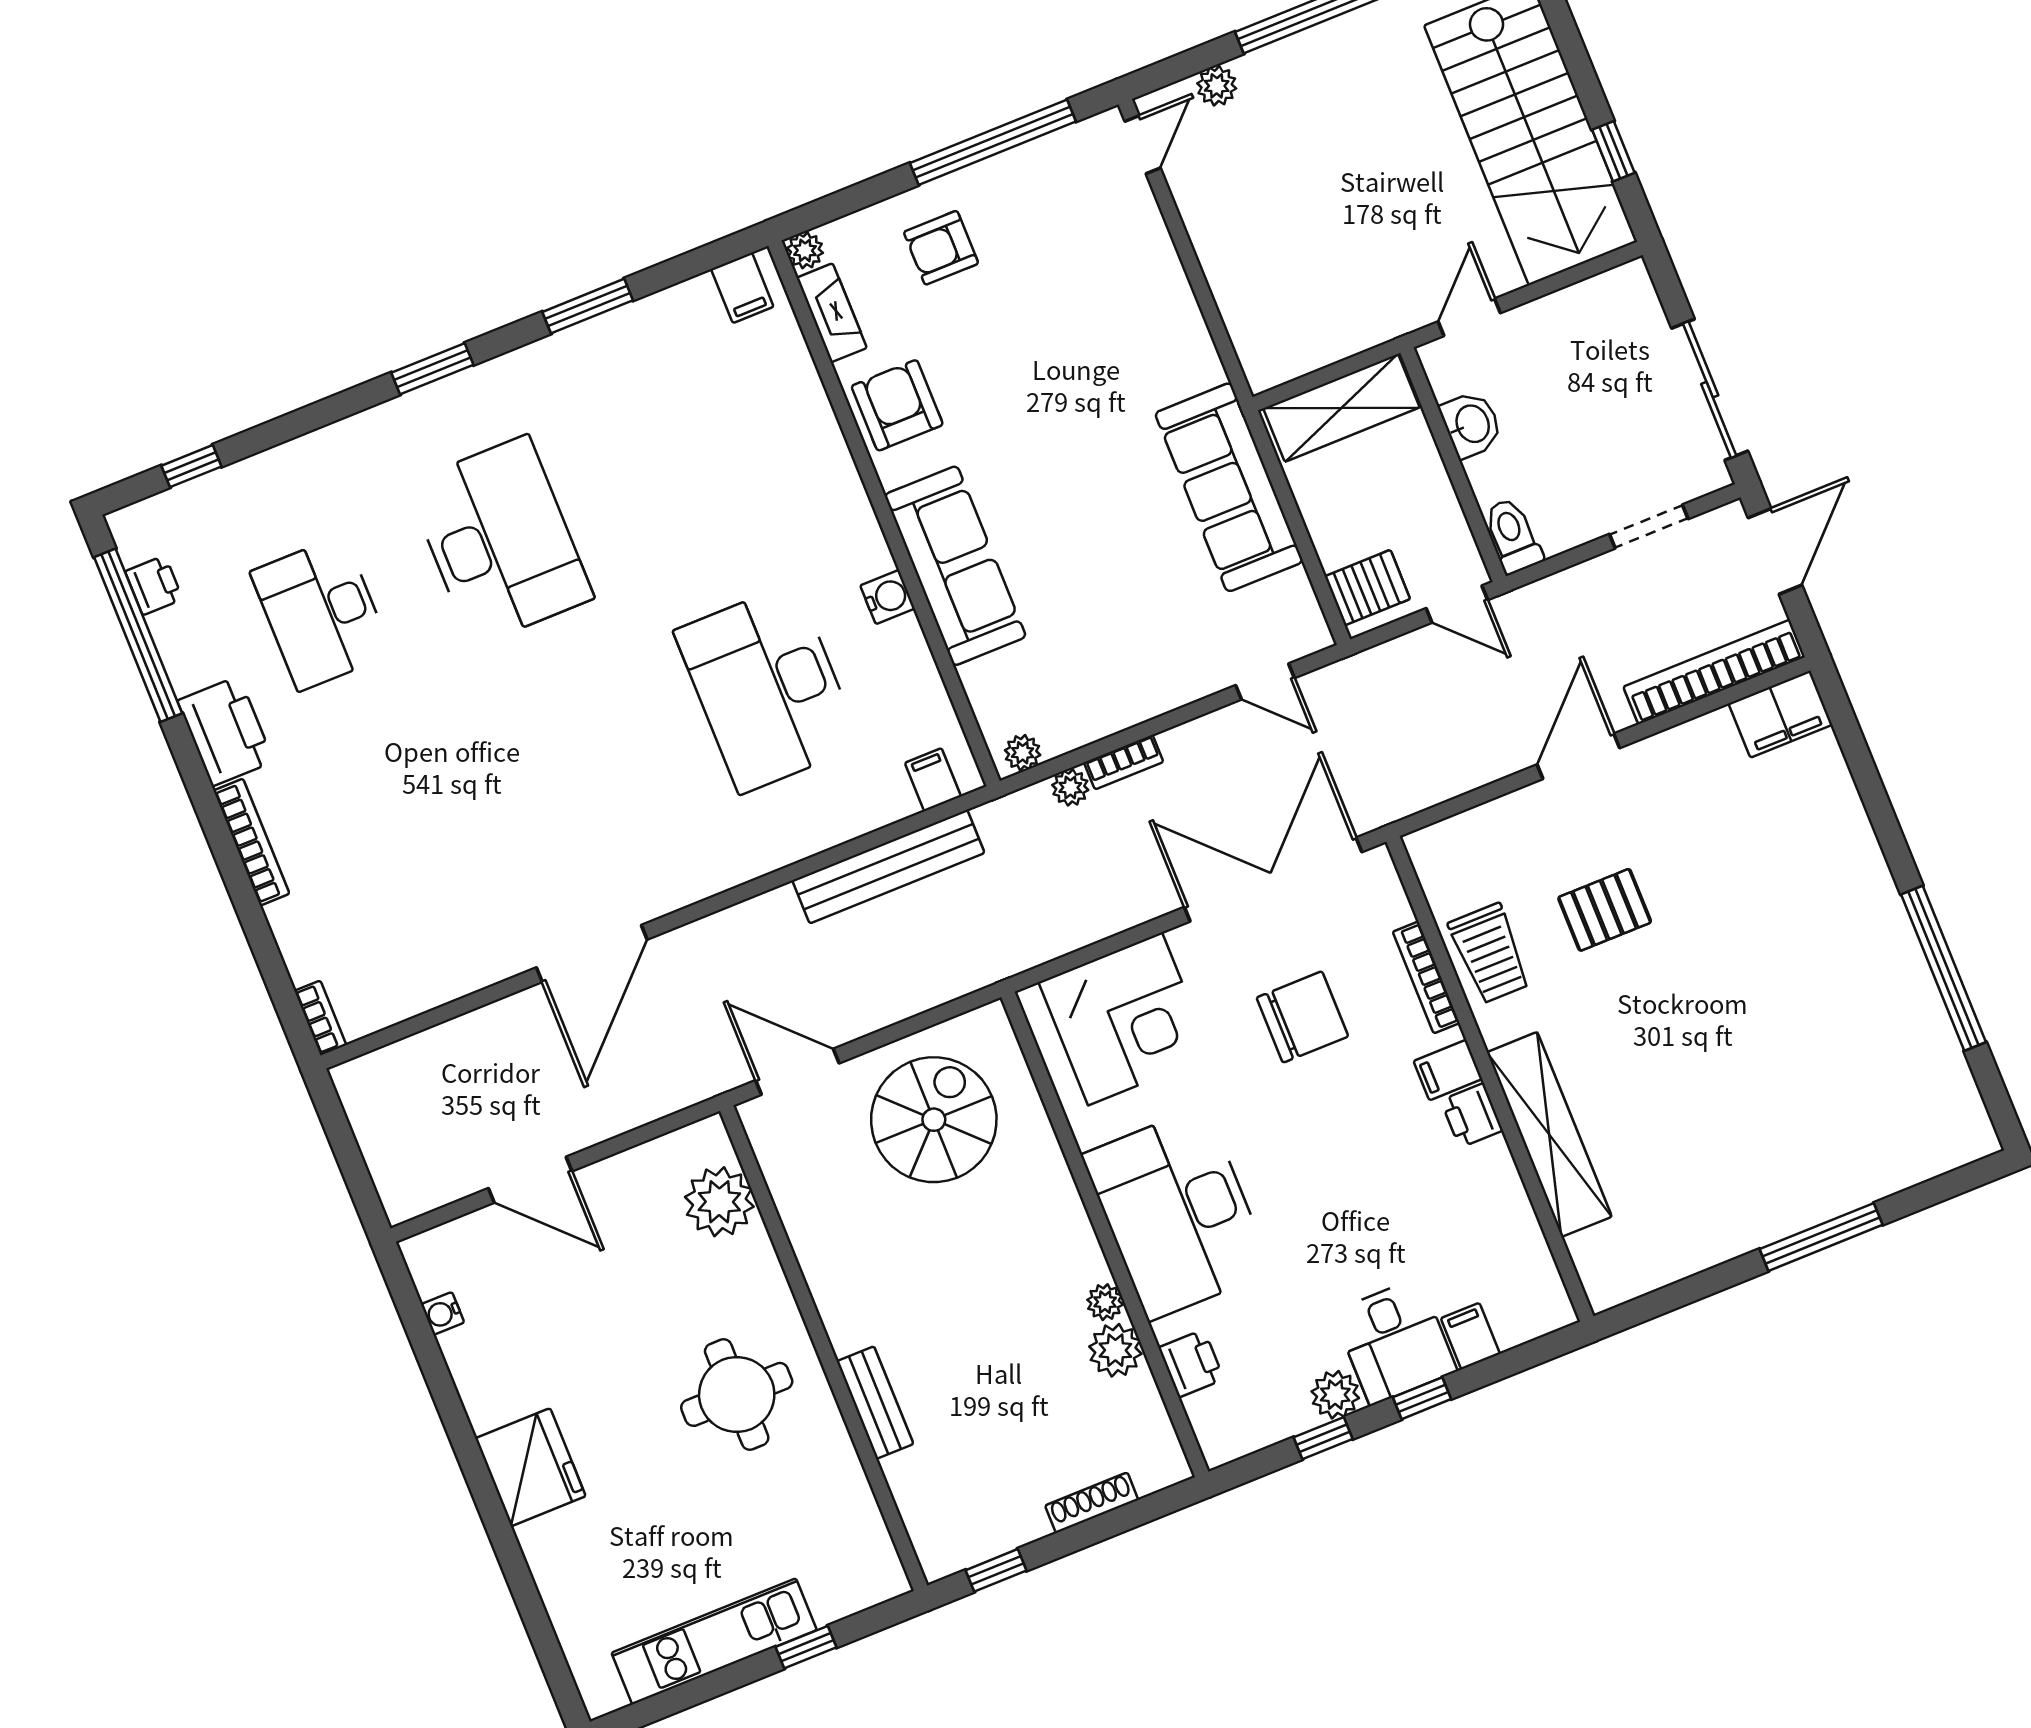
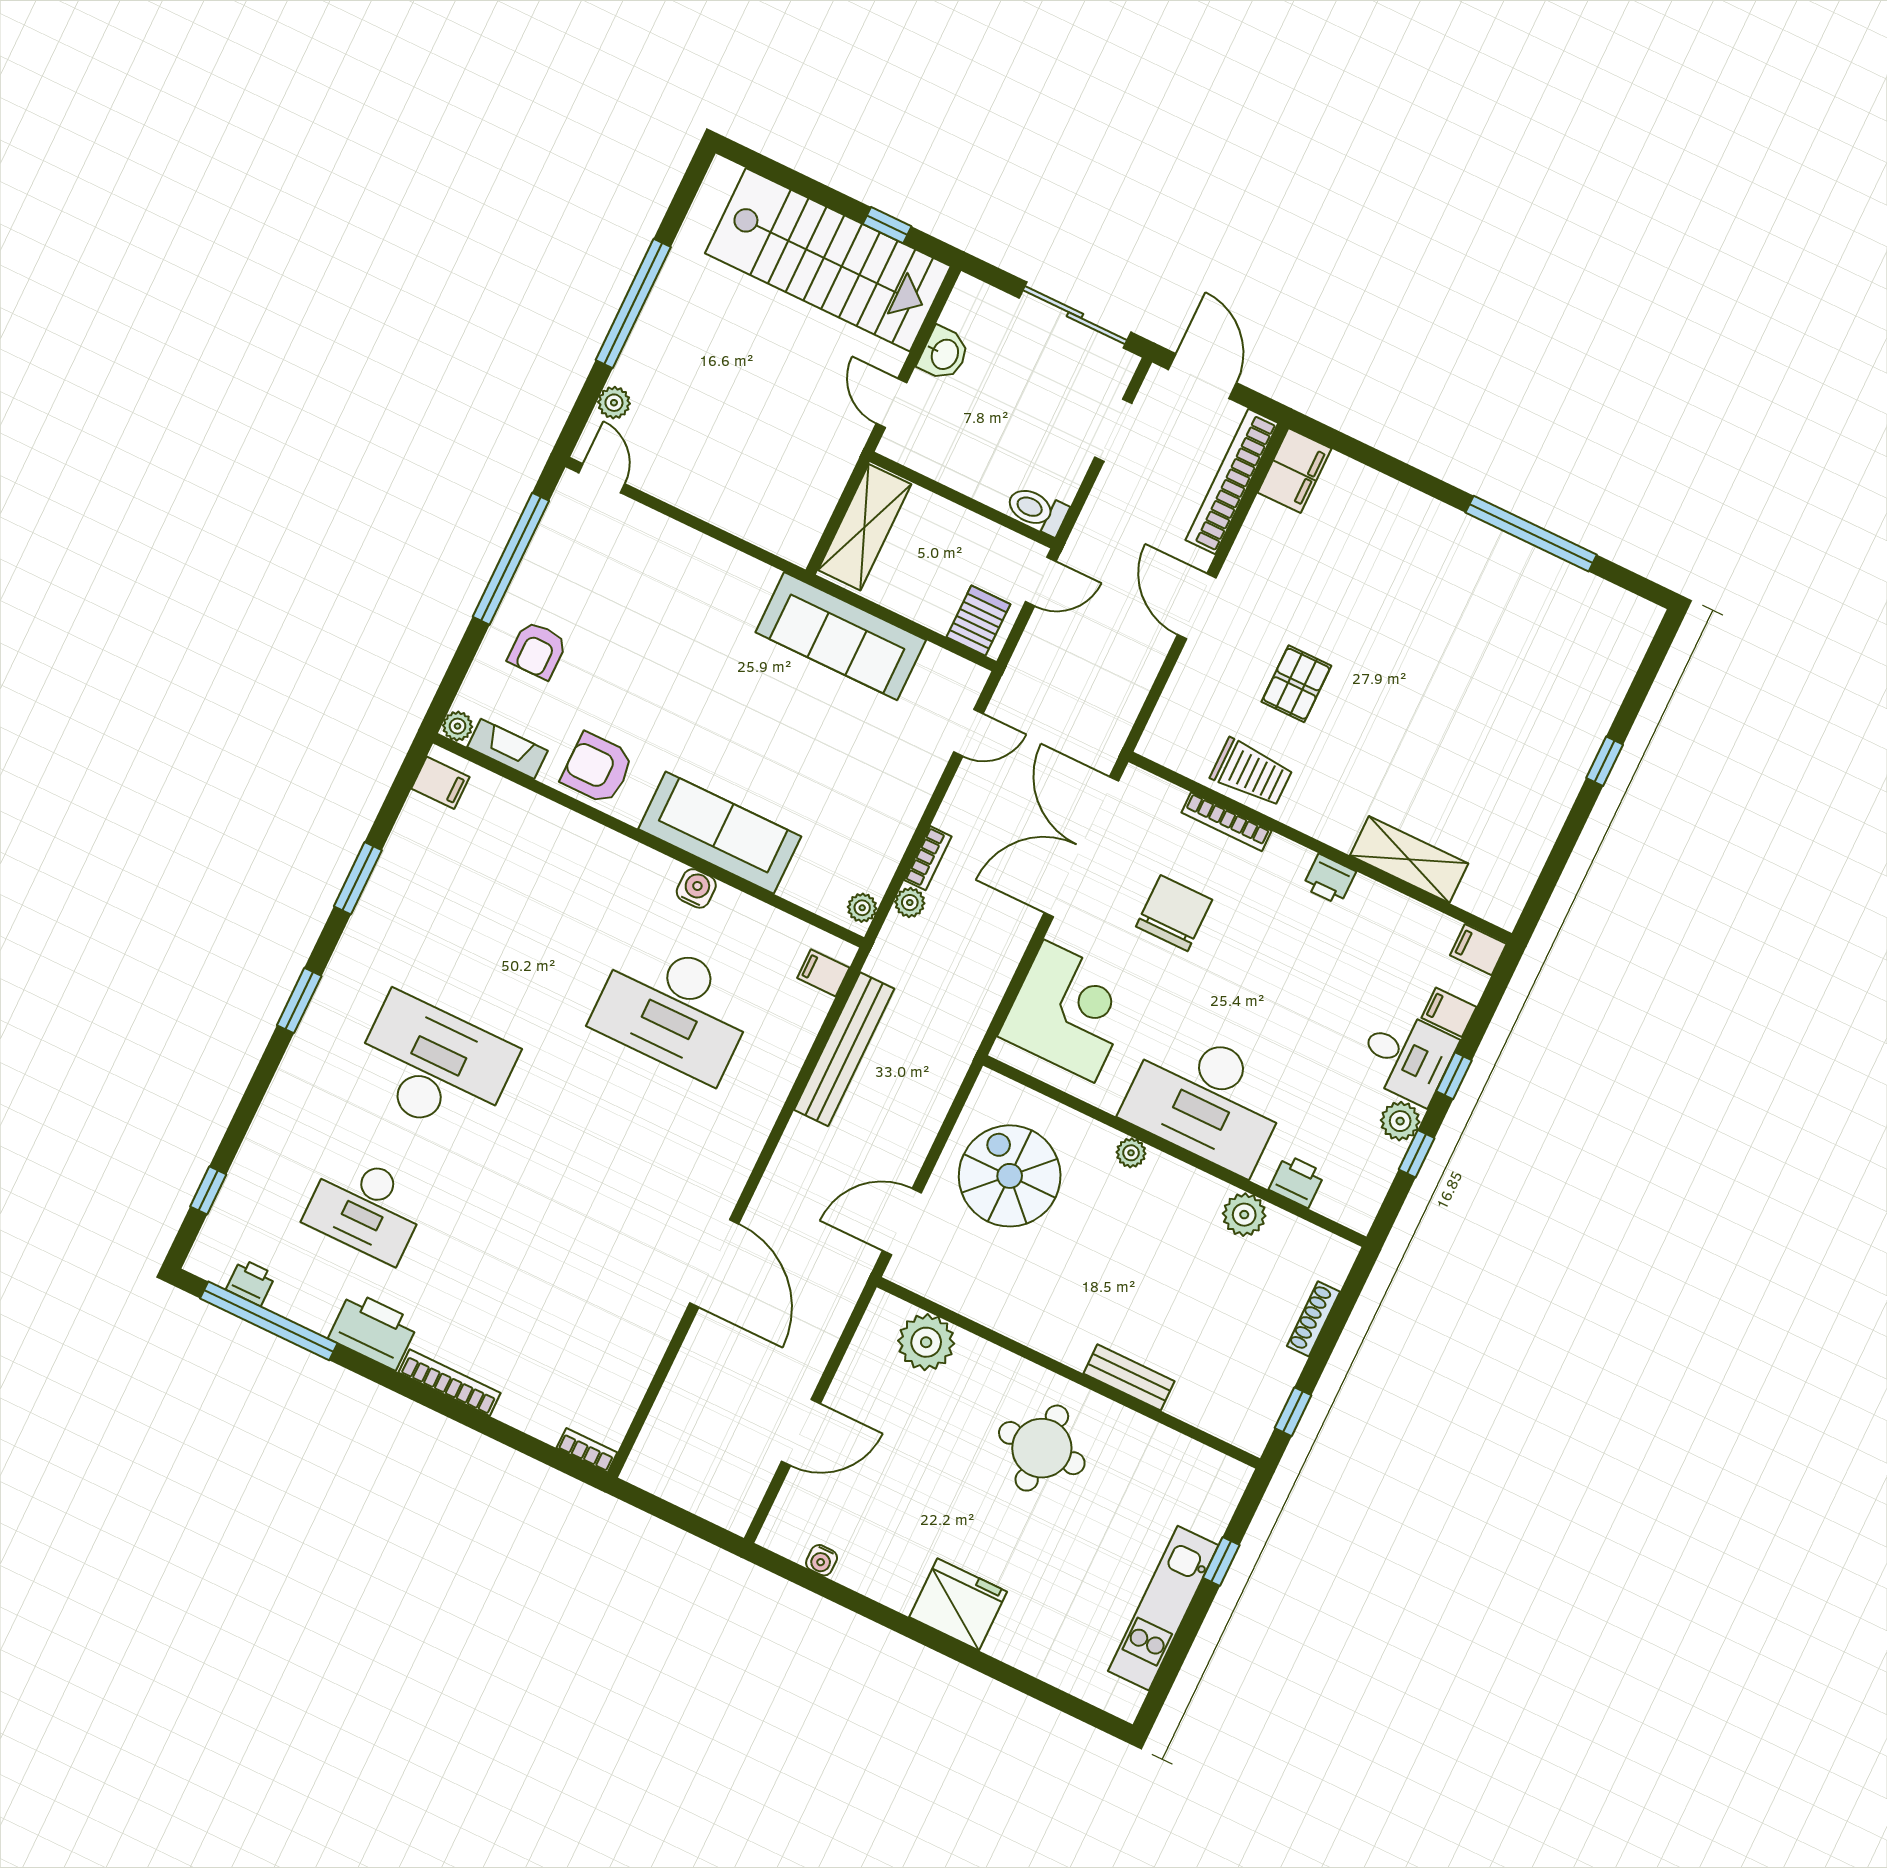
washbasin: (1471, 424) -> (944, 354), moved, turned 90
filing cabinet: (1448, 1070) -> (1478, 950), moved, turned 90
shelving: (1549, 1134) -> (1409, 860), width x0.68
window: (1821, 1237) -> (1605, 761), width x0.46
plant: (1105, 1302) -> (1131, 1153), moved

